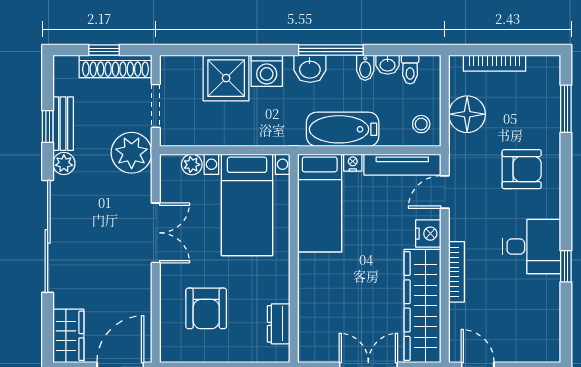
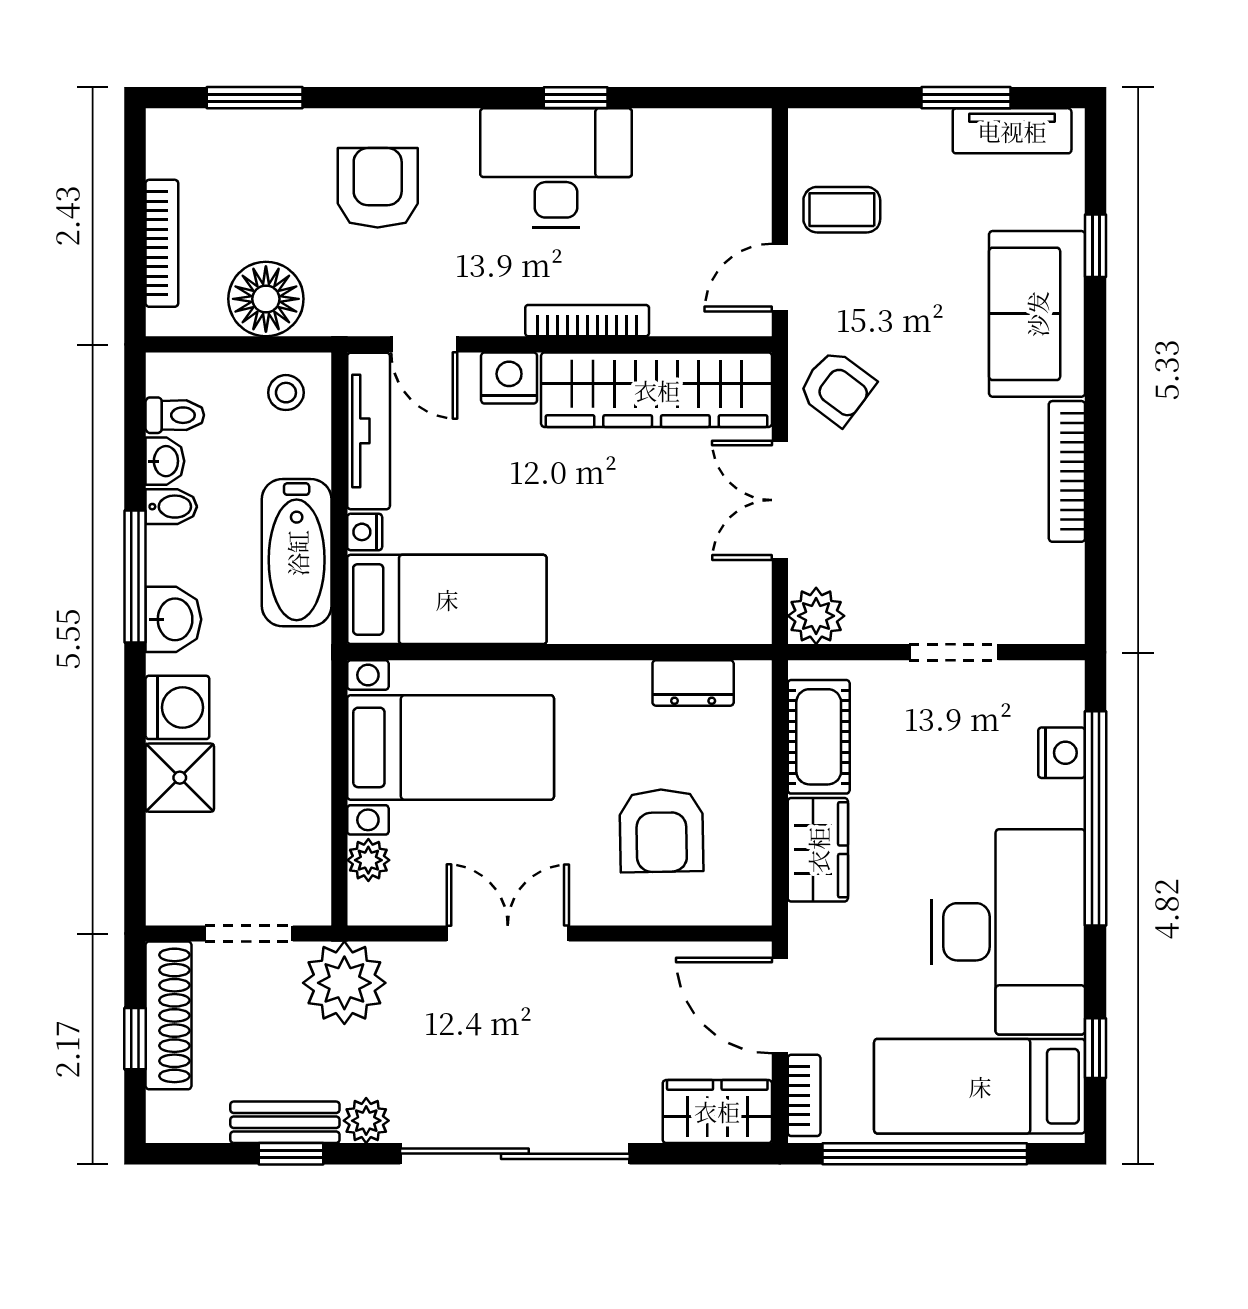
shower: (226, 78) -> (180, 778), width x0.73, depth x0.73
desk: (532, 247) -> (556, 168), width x1.37
armchair: (206, 308) -> (662, 831), turned 89

